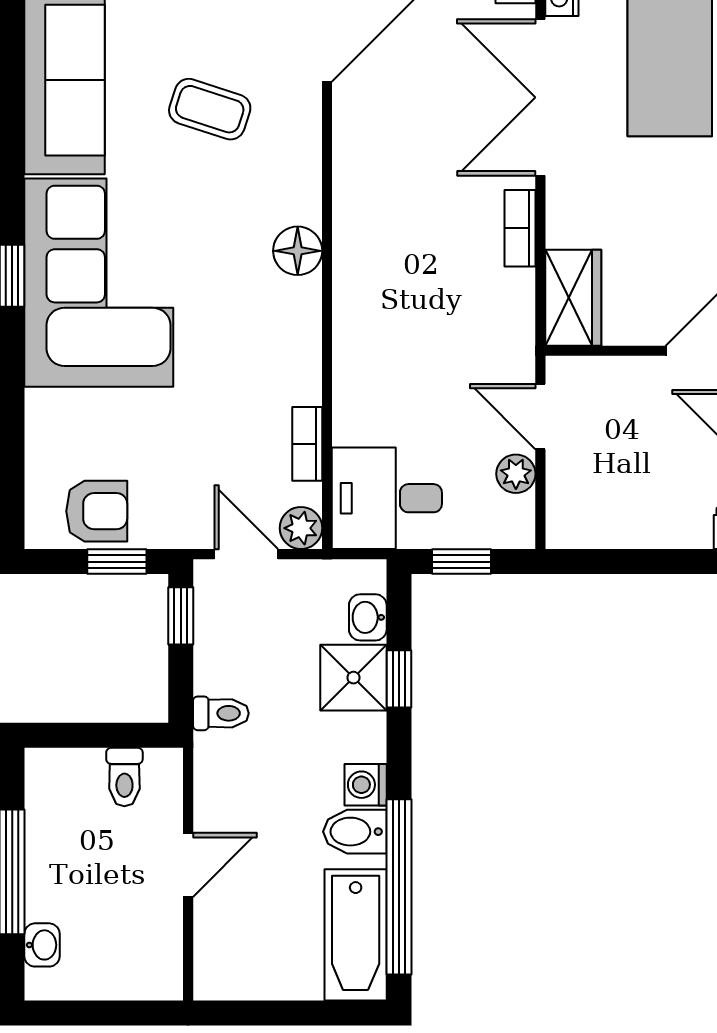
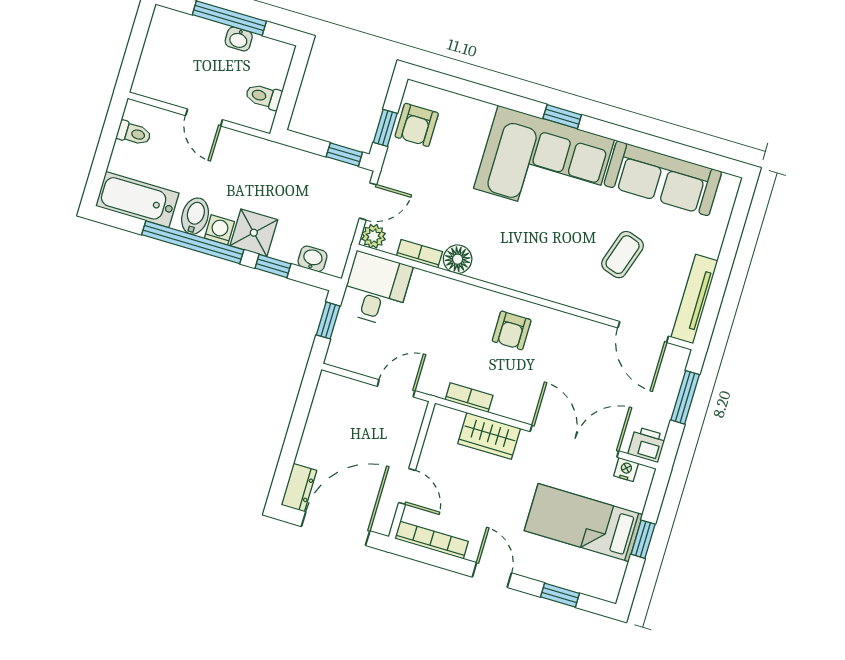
bookcase: (520, 228) -> (469, 398), moved
floor lamp: (298, 251) -> (458, 259), moved
armchair: (389, 255) -> (512, 330), added
wardrobe: (573, 298) -> (489, 436), moved
plant: (516, 474) -> (368, 365), removed
shower: (353, 678) -> (254, 233), moved
toilet: (221, 713) -> (134, 133), moved, turned -90
window: (399, 887) -> (193, 242), moved
washbasin: (42, 945) -> (239, 39), moved

